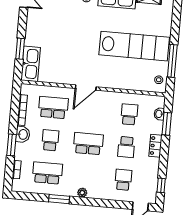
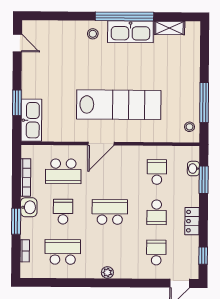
lab bench: (134, 46) -> (119, 105), moved
school desk: (53, 108) -> (63, 171), turned 180
locker: (155, 146) -> (192, 221), moved
window: (59, 199) -> (80, 283), removed

